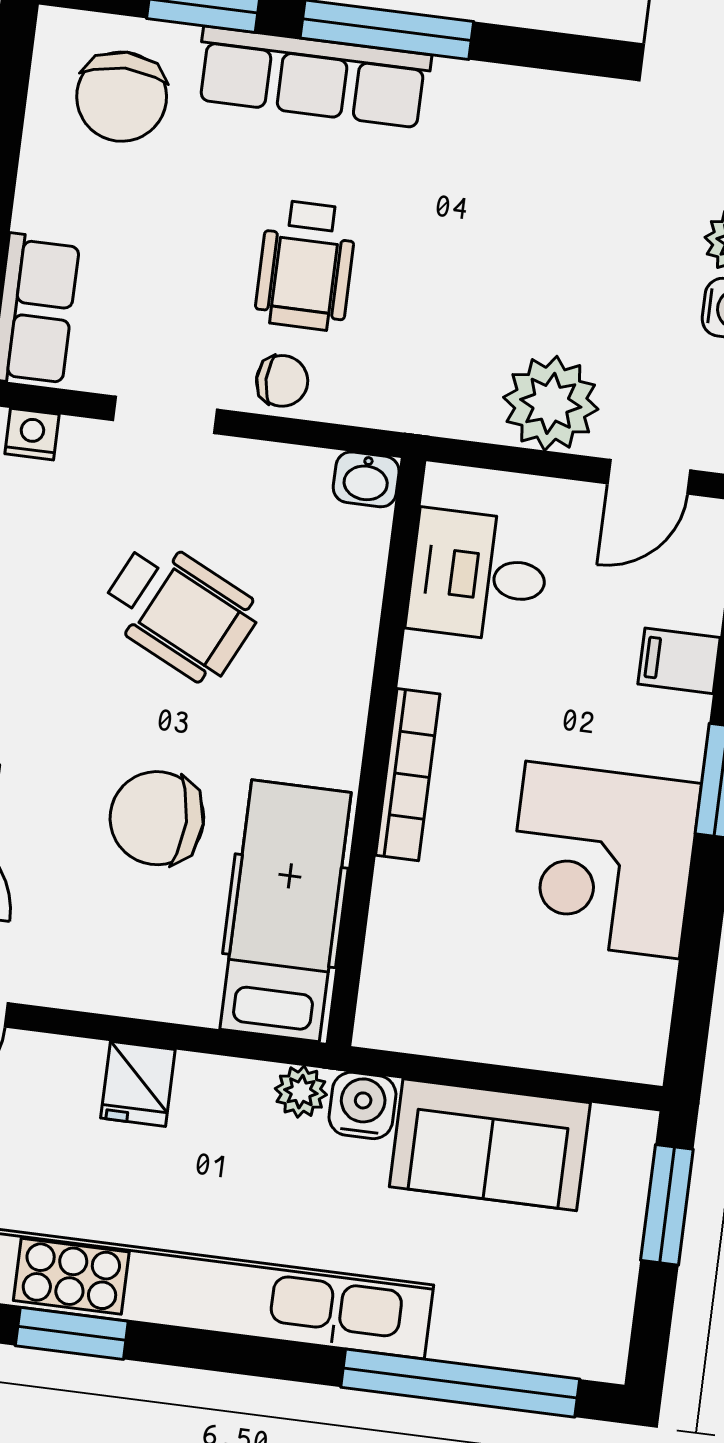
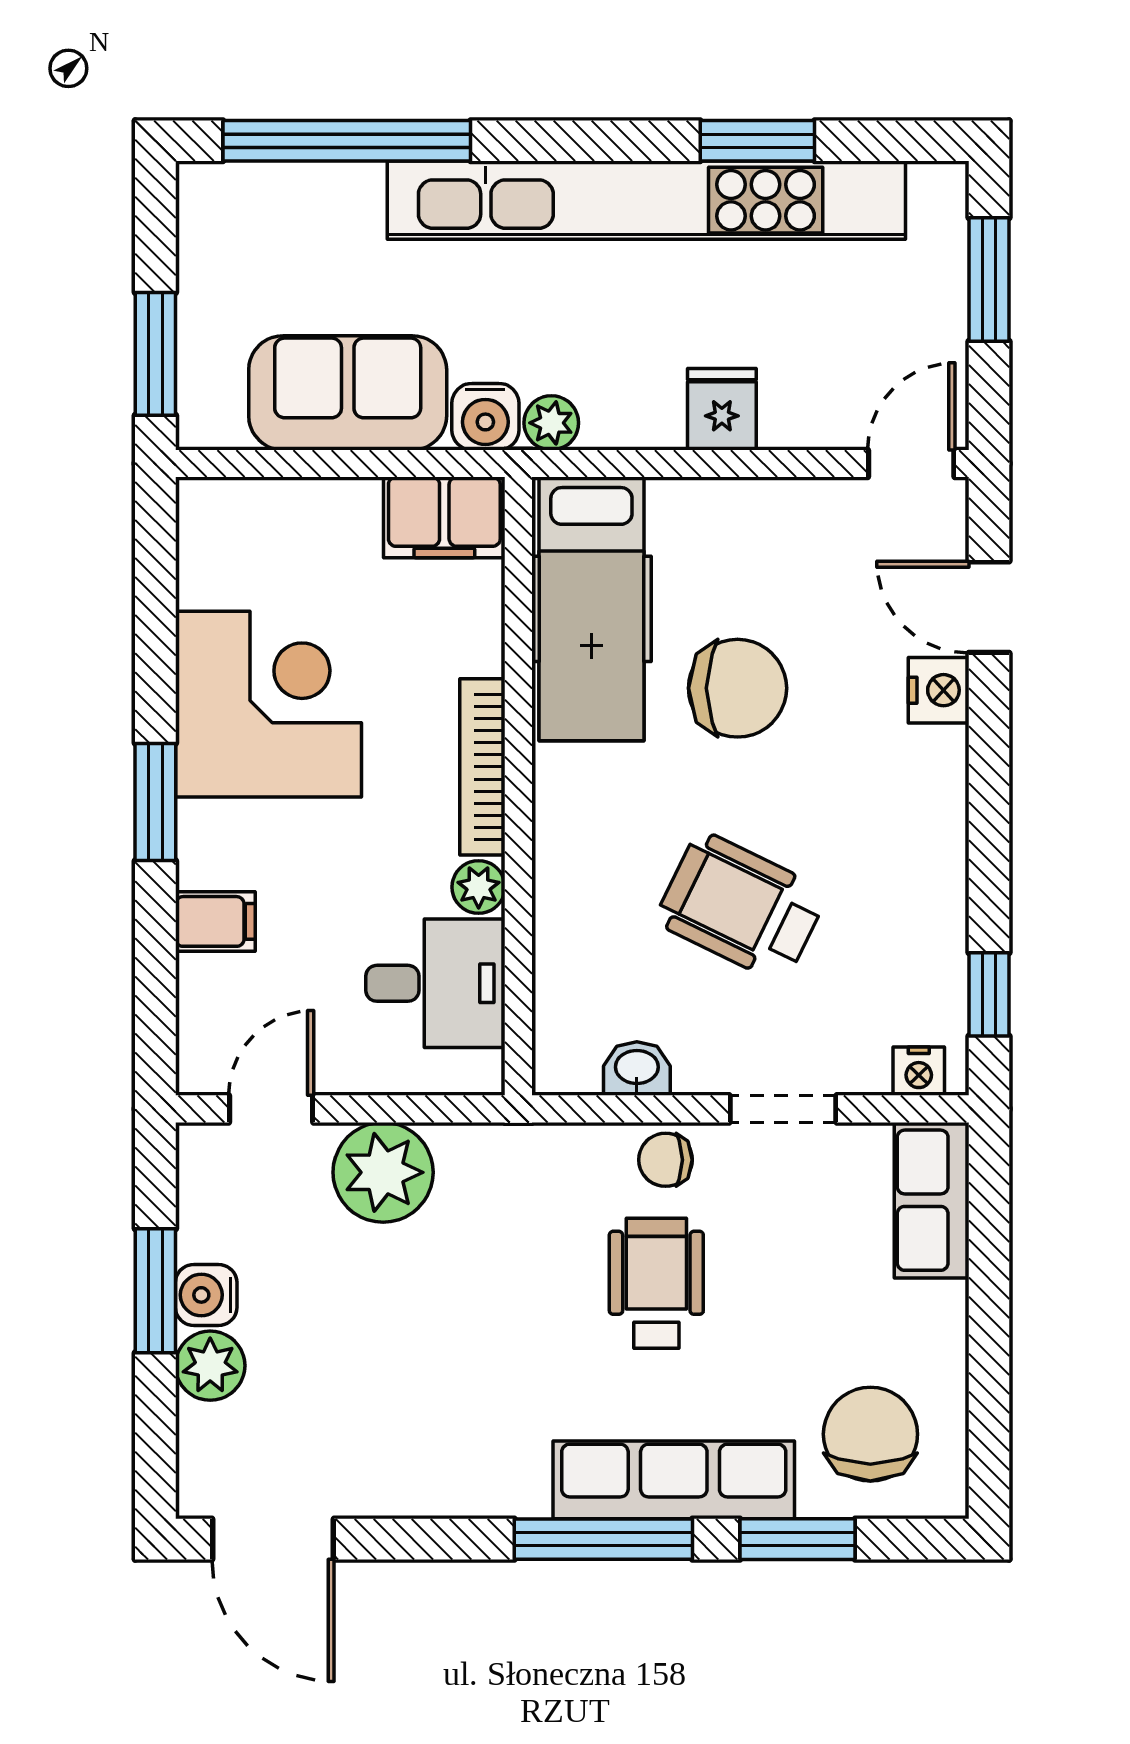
washbasin: (366, 479) -> (637, 1069), moved
plant: (426, 661) -> (479, 887), added
filing cabinet: (413, 1015) -> (444, 517), added

